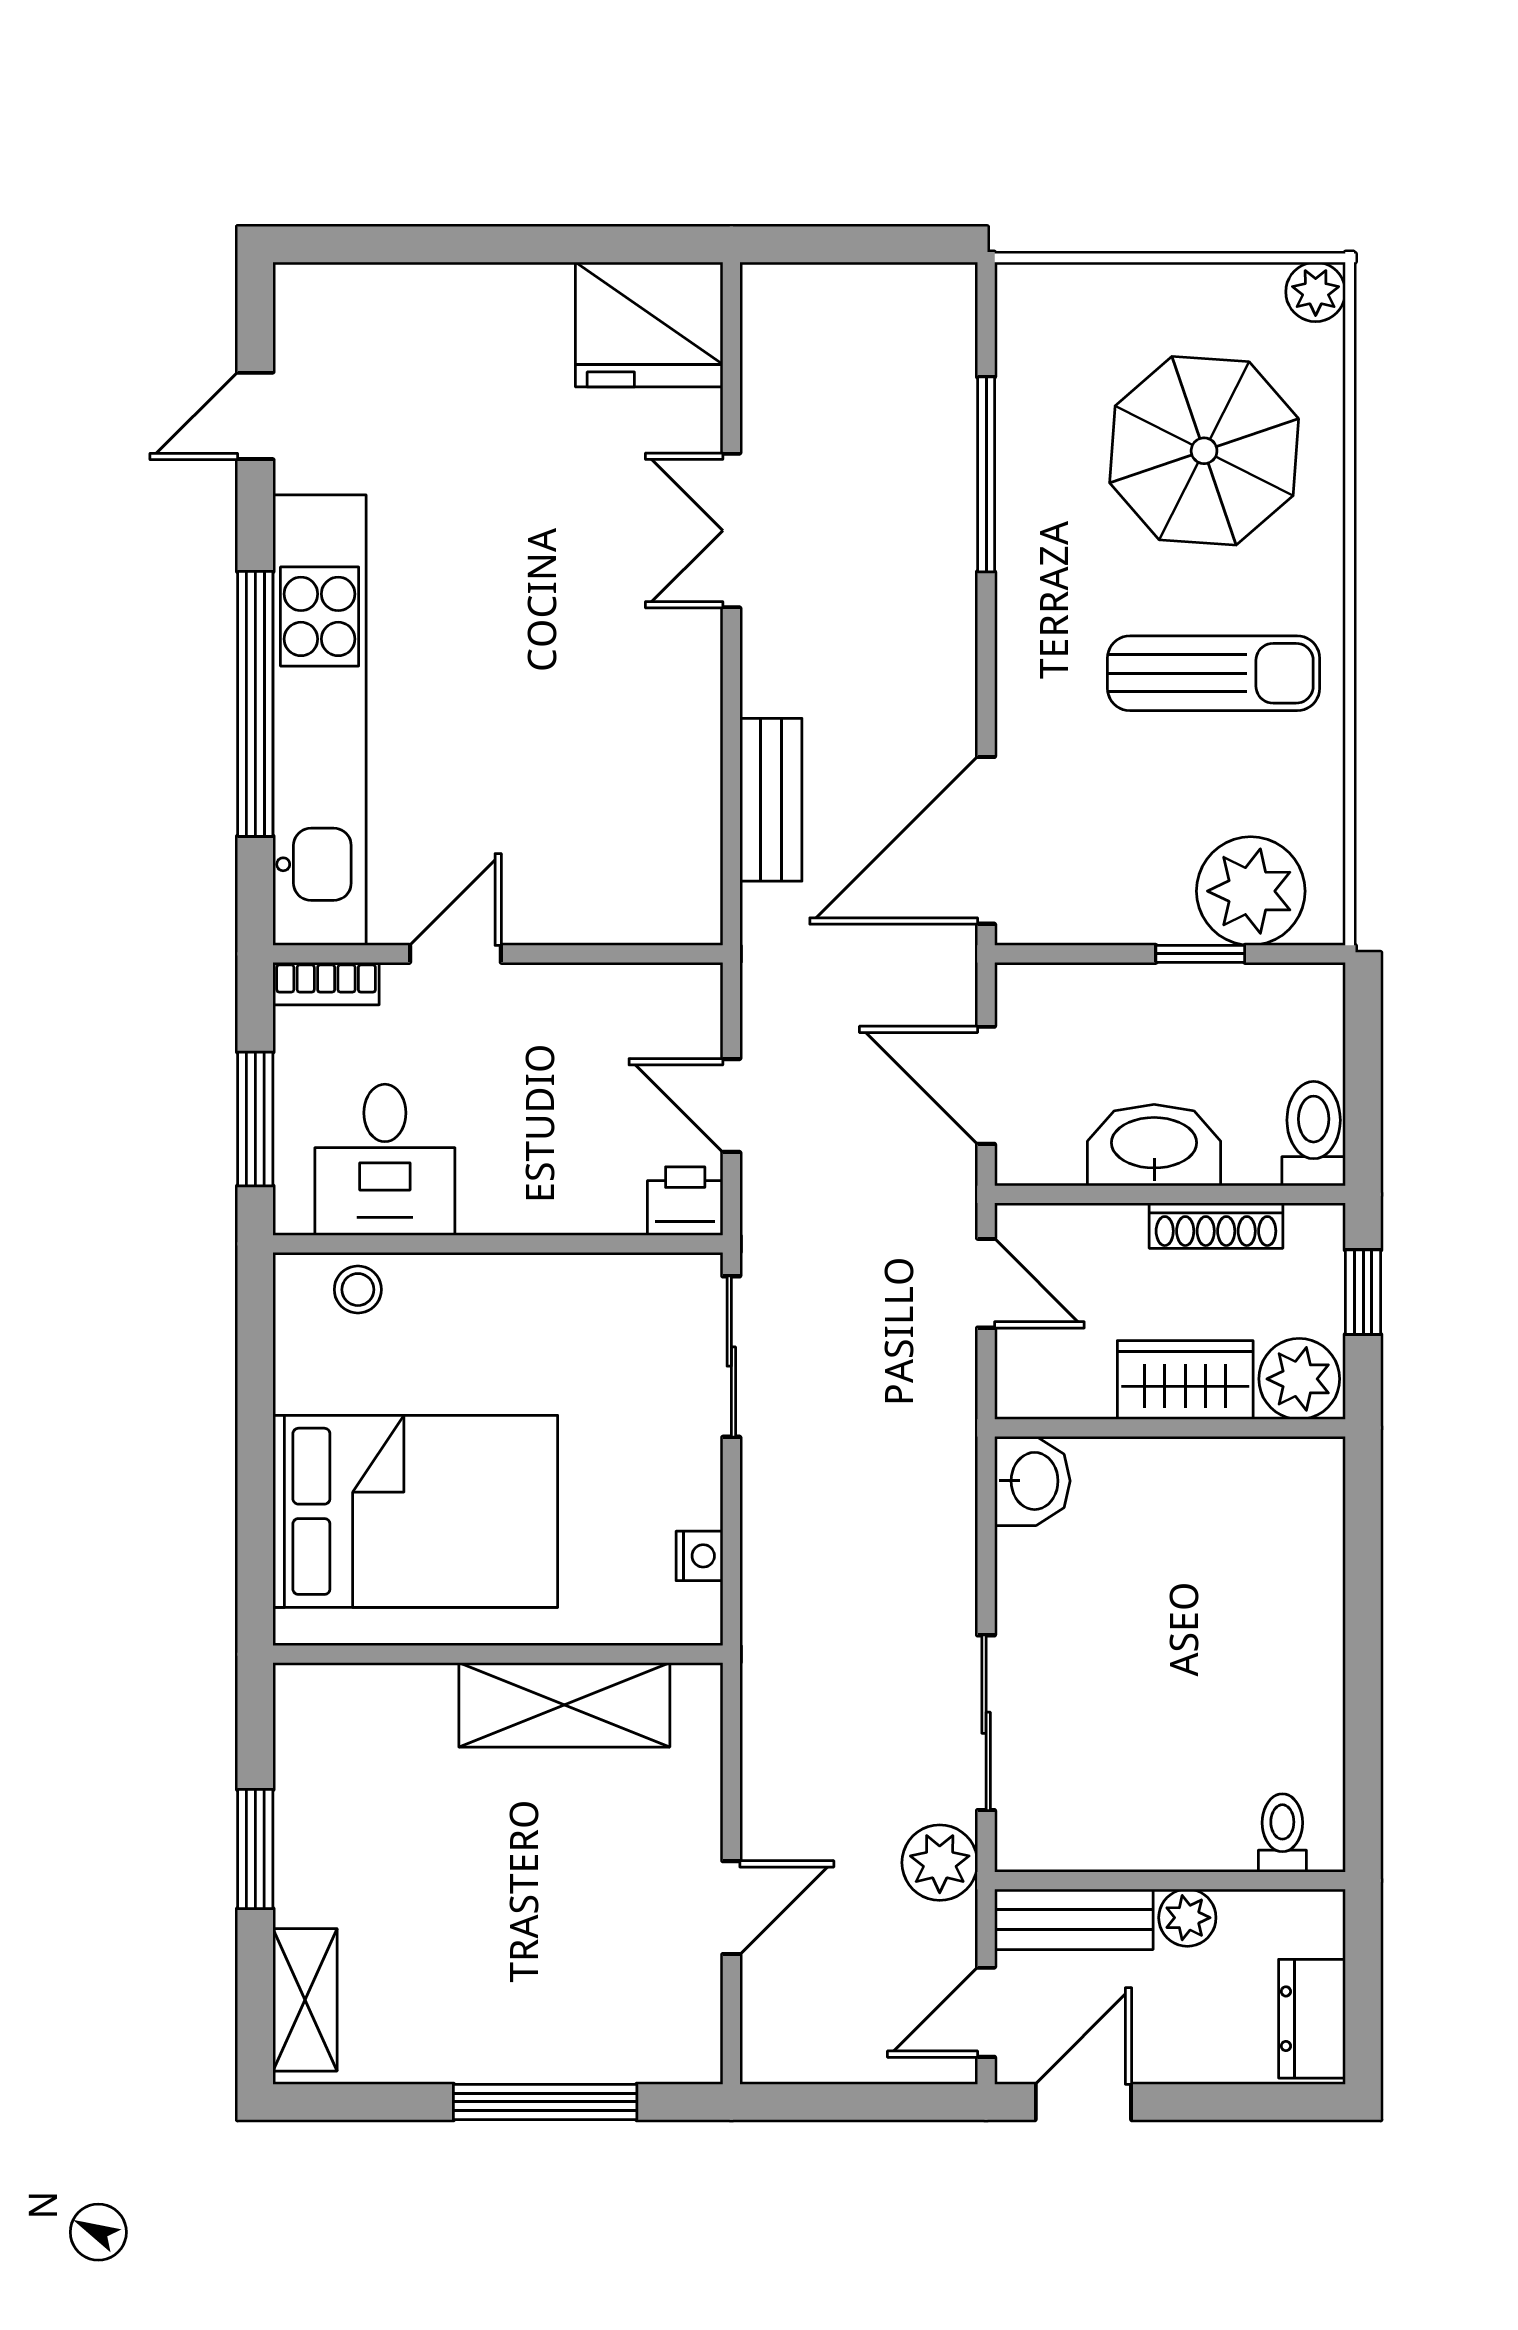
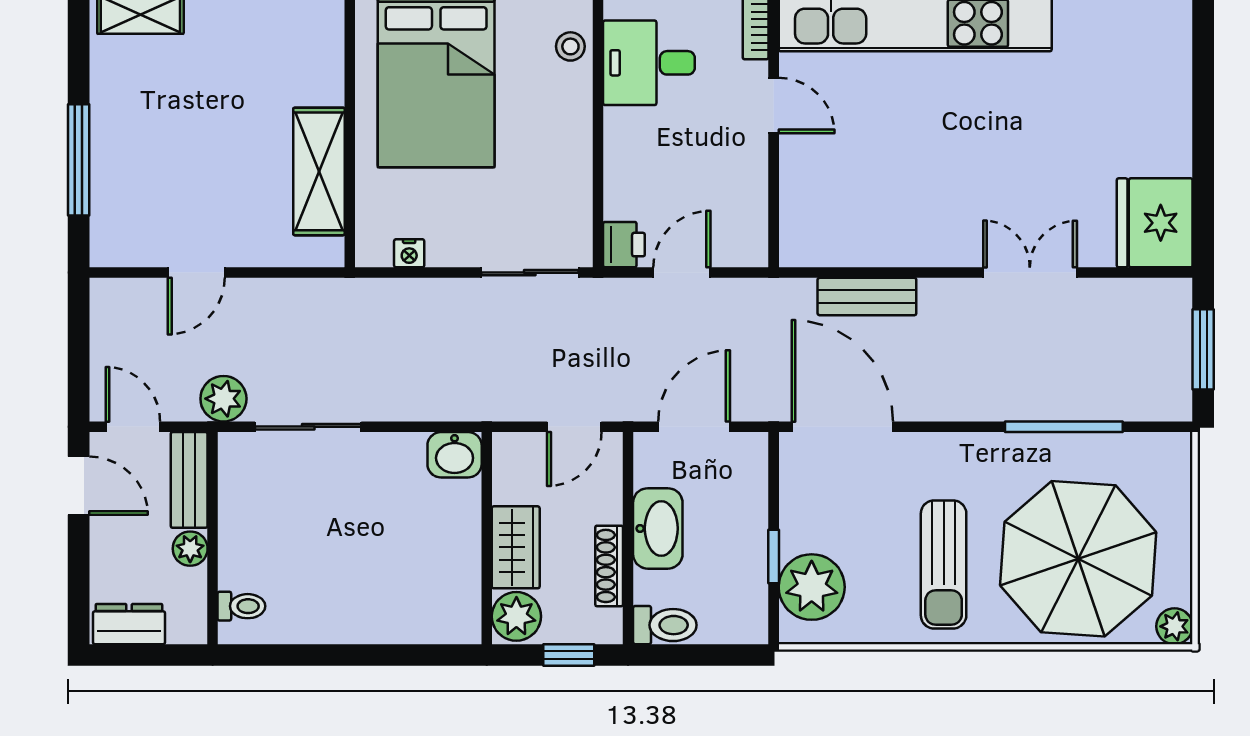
window: (858, 244) -> (1203, 349), added
parasol: (1204, 451) -> (1078, 559), width x1.36, depth x1.36
door: (731, 1908) -> (196, 273), hinge flipped

